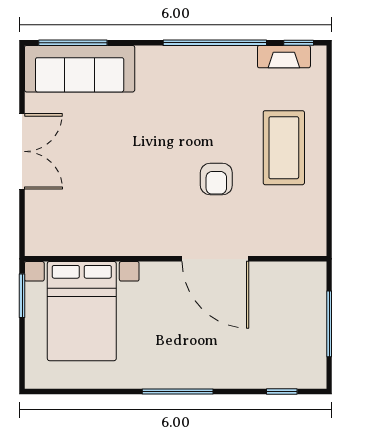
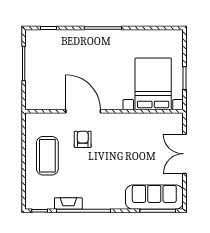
fireplace: (284, 57) -> (68, 203), moved
wall: (176, 259) -> (104, 111), moved
door: (215, 259) -> (83, 111), moved
bed with nightstands: (82, 311) -> (153, 84), moved

